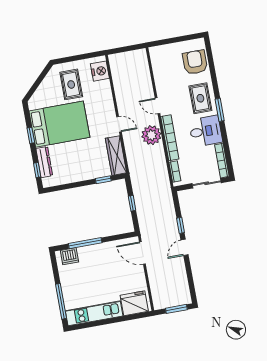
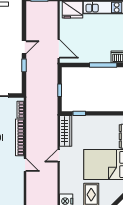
door: (119, 124) -> (59, 156), hinge flipped
plant: (151, 135) -> (34, 142), removed

